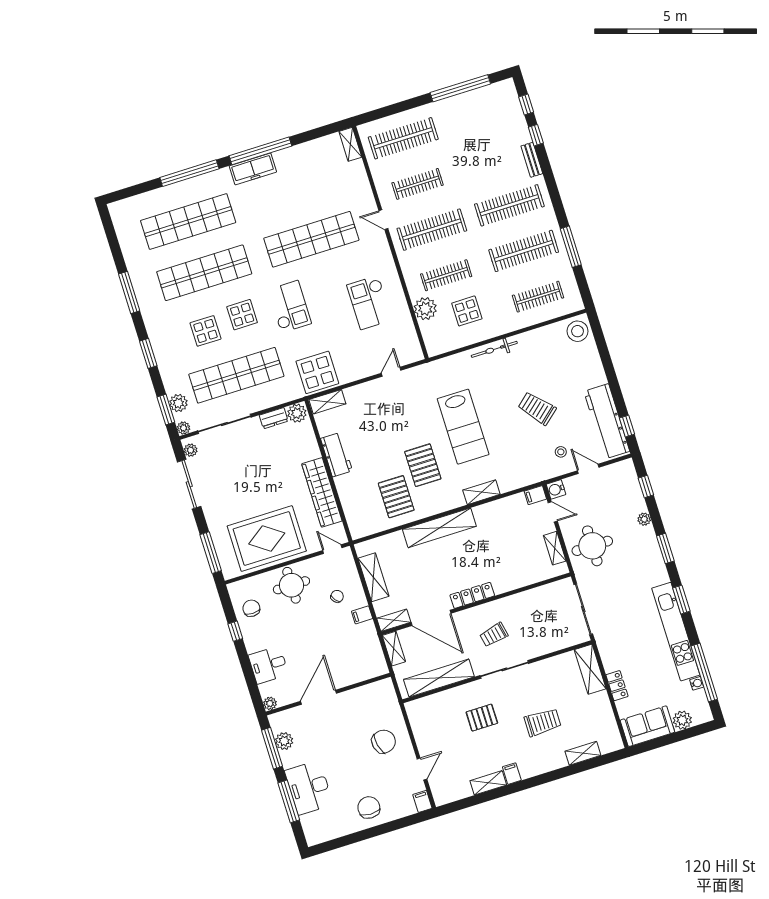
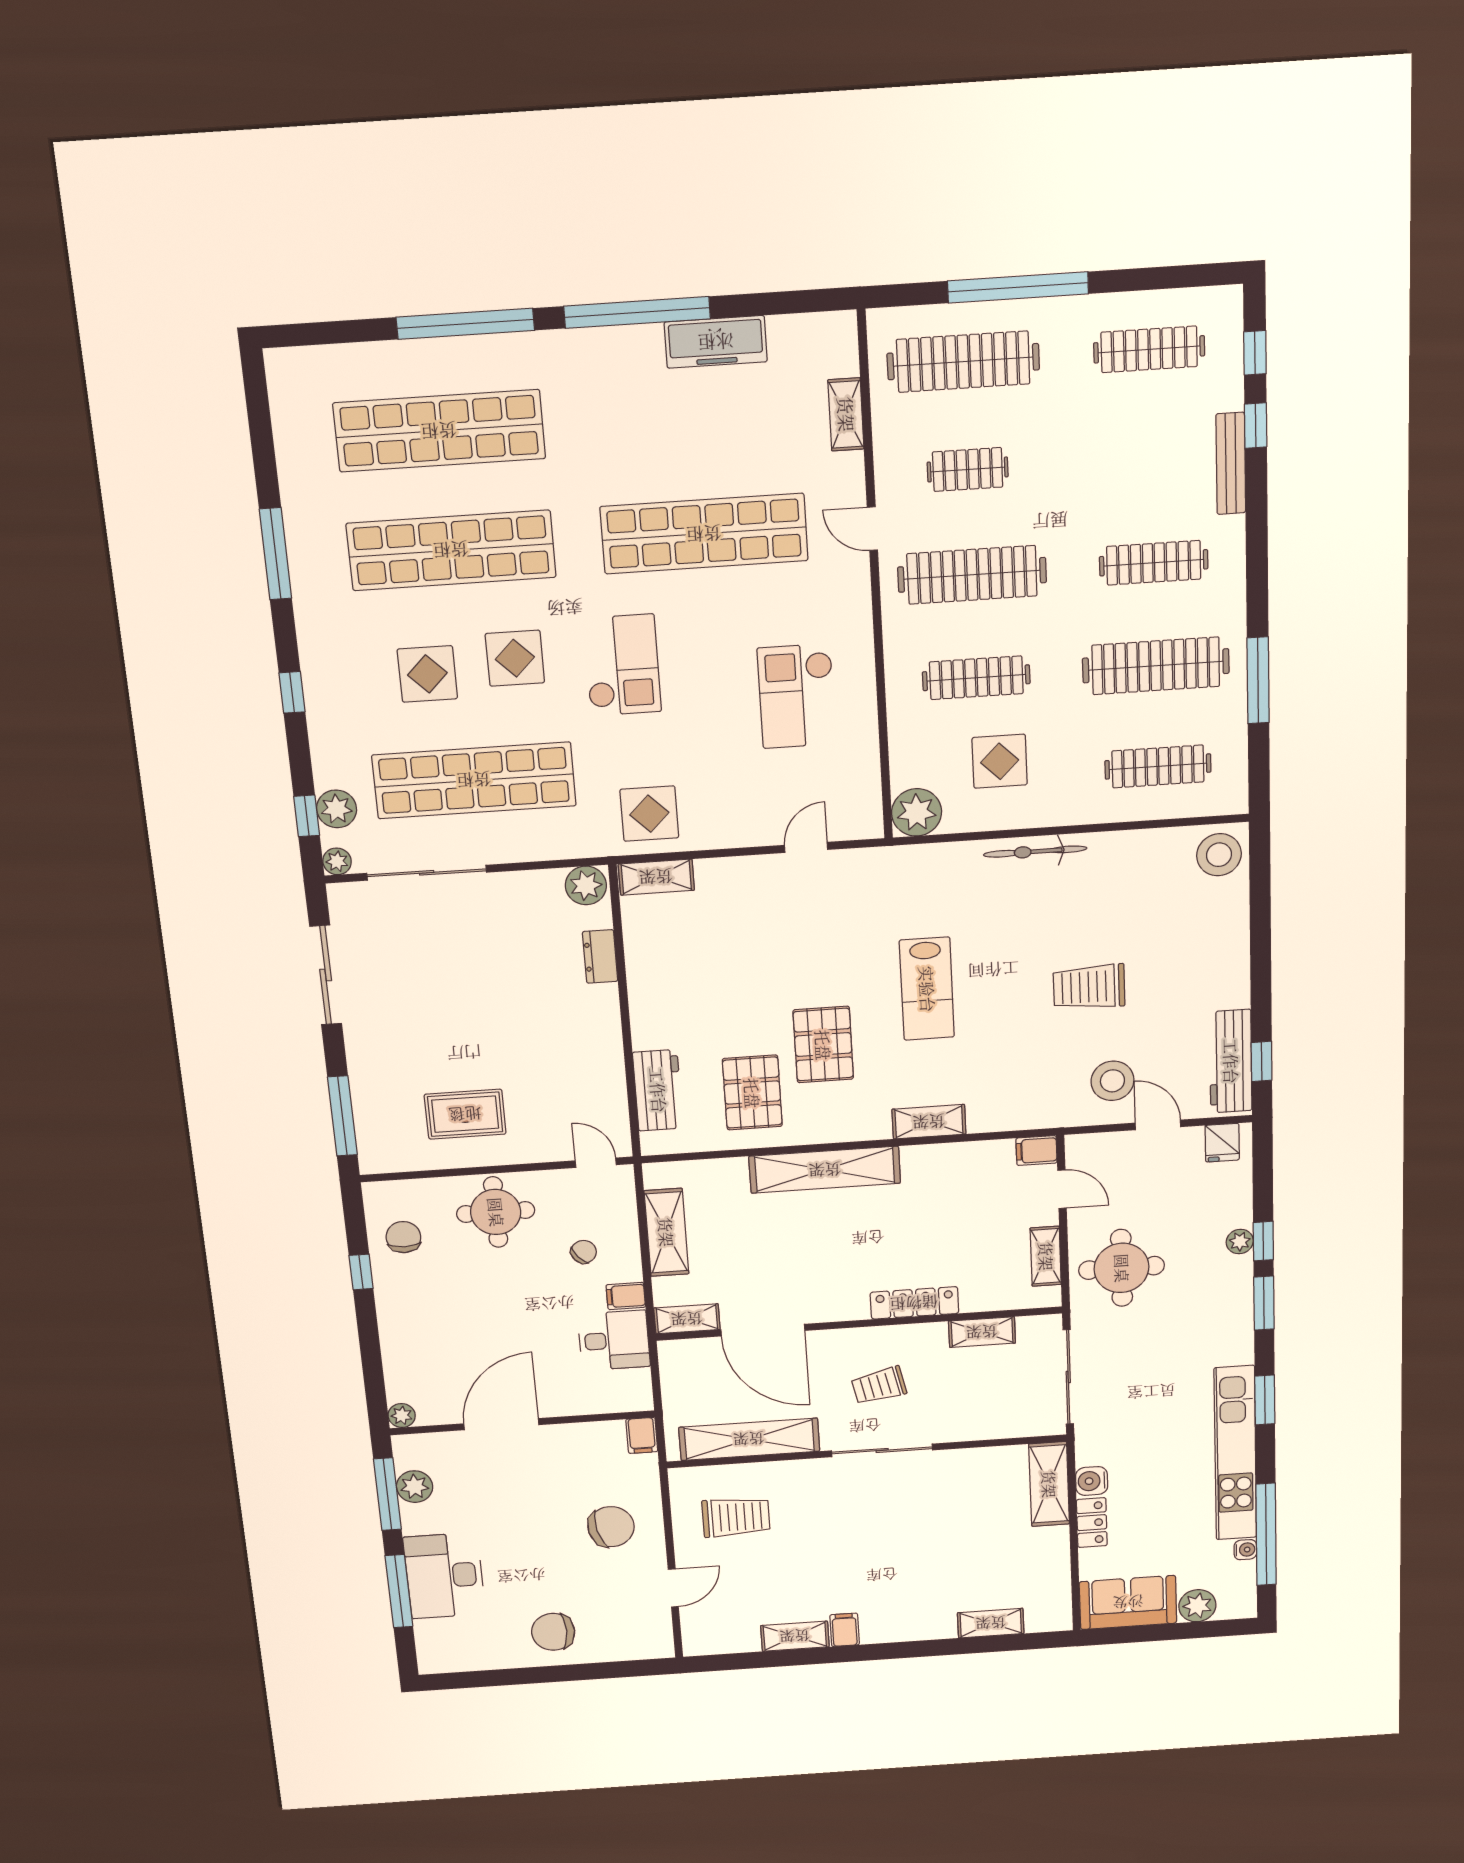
window: (460, 88) -> (1018, 287), moved
clothes rail: (481, 114) -> (1149, 349), added
shelving: (350, 144) -> (846, 414), moved
bench: (532, 160) -> (1231, 463), width x1.36
freezer: (253, 169) -> (716, 342), moved
clothes rail: (418, 184) -> (968, 469), width x0.73
clothes rail: (509, 205) -> (1154, 563), width x0.73, depth x0.76
plant: (425, 309) -> (917, 812), moved
window: (148, 353) -> (292, 692), width x0.67
display table: (317, 372) -> (649, 814), width x0.73, depth x0.73
trolley: (537, 408) -> (1089, 987), turned -49
window: (166, 410) -> (307, 816), width x0.67
dresser: (274, 418) -> (600, 956), moved, turned 90
workbench: (607, 421) -> (1231, 1061), width x0.73, depth x0.76
lab bench: (463, 427) -> (927, 989), width x0.73, depth x0.72
plant: (191, 450) -> (343, 909), removed
stool: (561, 452) -> (1112, 1081), width x1.89, depth x1.89
workbench: (336, 455) -> (658, 1090), moved
fridge: (621, 471) -> (1222, 1143), added
window: (646, 487) -> (1263, 1241), moved
water cooler: (556, 489) -> (1092, 1481), moved
wardrobe: (322, 492) -> (601, 1051), removed
rug: (267, 539) -> (465, 1114), width x0.54, depth x0.49
locker: (472, 595) -> (914, 1303), moved
shelving: (394, 649) -> (982, 1332), moved, turned 90
desk: (268, 665) -> (614, 1340), moved, turned 180
pallet: (482, 718) -> (814, 1524), removed
trolley: (543, 722) -> (736, 1517), moved
filing cabinet: (422, 801) -> (642, 1435), moved, turned 180
chair: (369, 807) -> (553, 1632), turned -91

